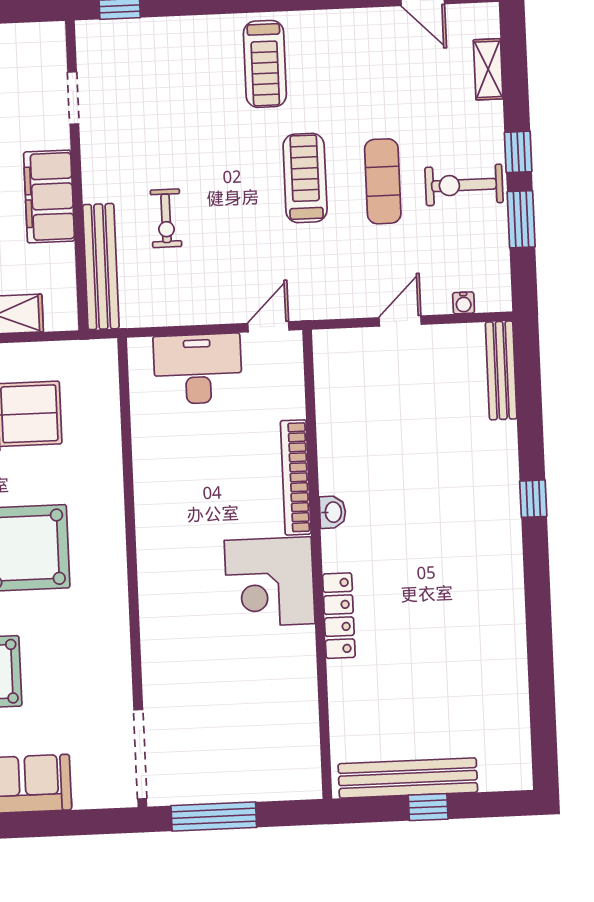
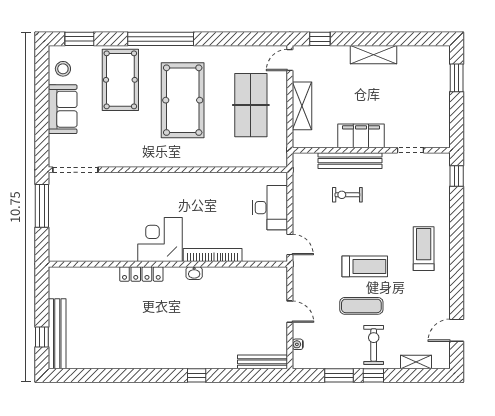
treadmill: (265, 64) -> (424, 249), turned 90
exercise bike: (464, 185) -> (374, 345), moved
bench: (101, 267) -> (350, 161), moved
bench: (408, 778) -> (57, 334), moved
window: (428, 807) -> (42, 337), moved

